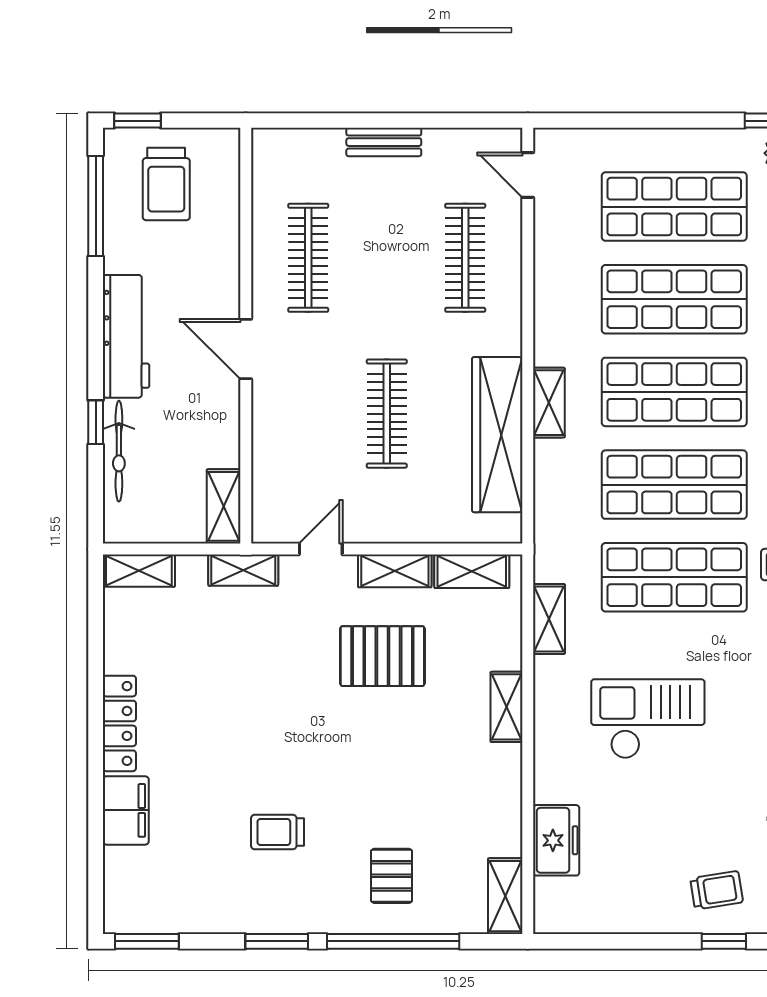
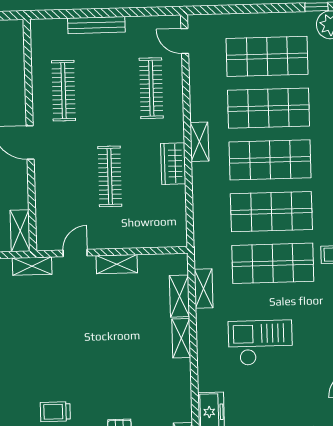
bench: (384, 142) -> (96, 25), width x1.36
shelving: (549, 403) -> (199, 142), moved
wardrobe: (497, 435) -> (173, 164), width x0.48, depth x0.85
shelving: (472, 571) -> (179, 296), moved, turned 90
pallet: (382, 656) -> (111, 312), removed

